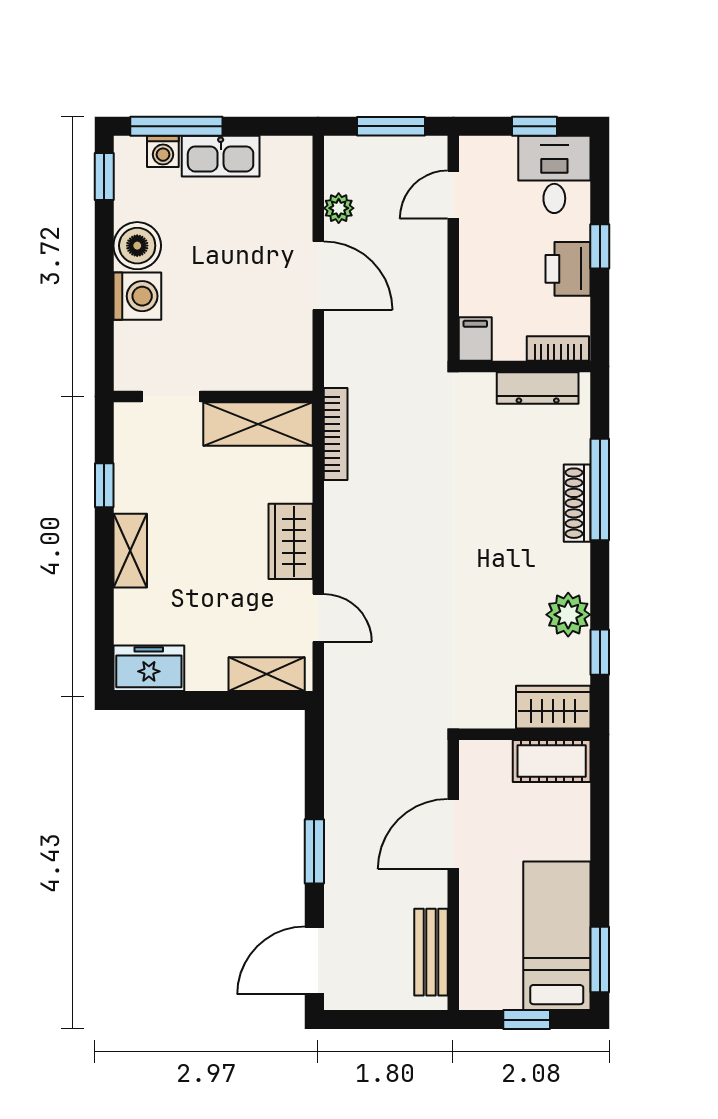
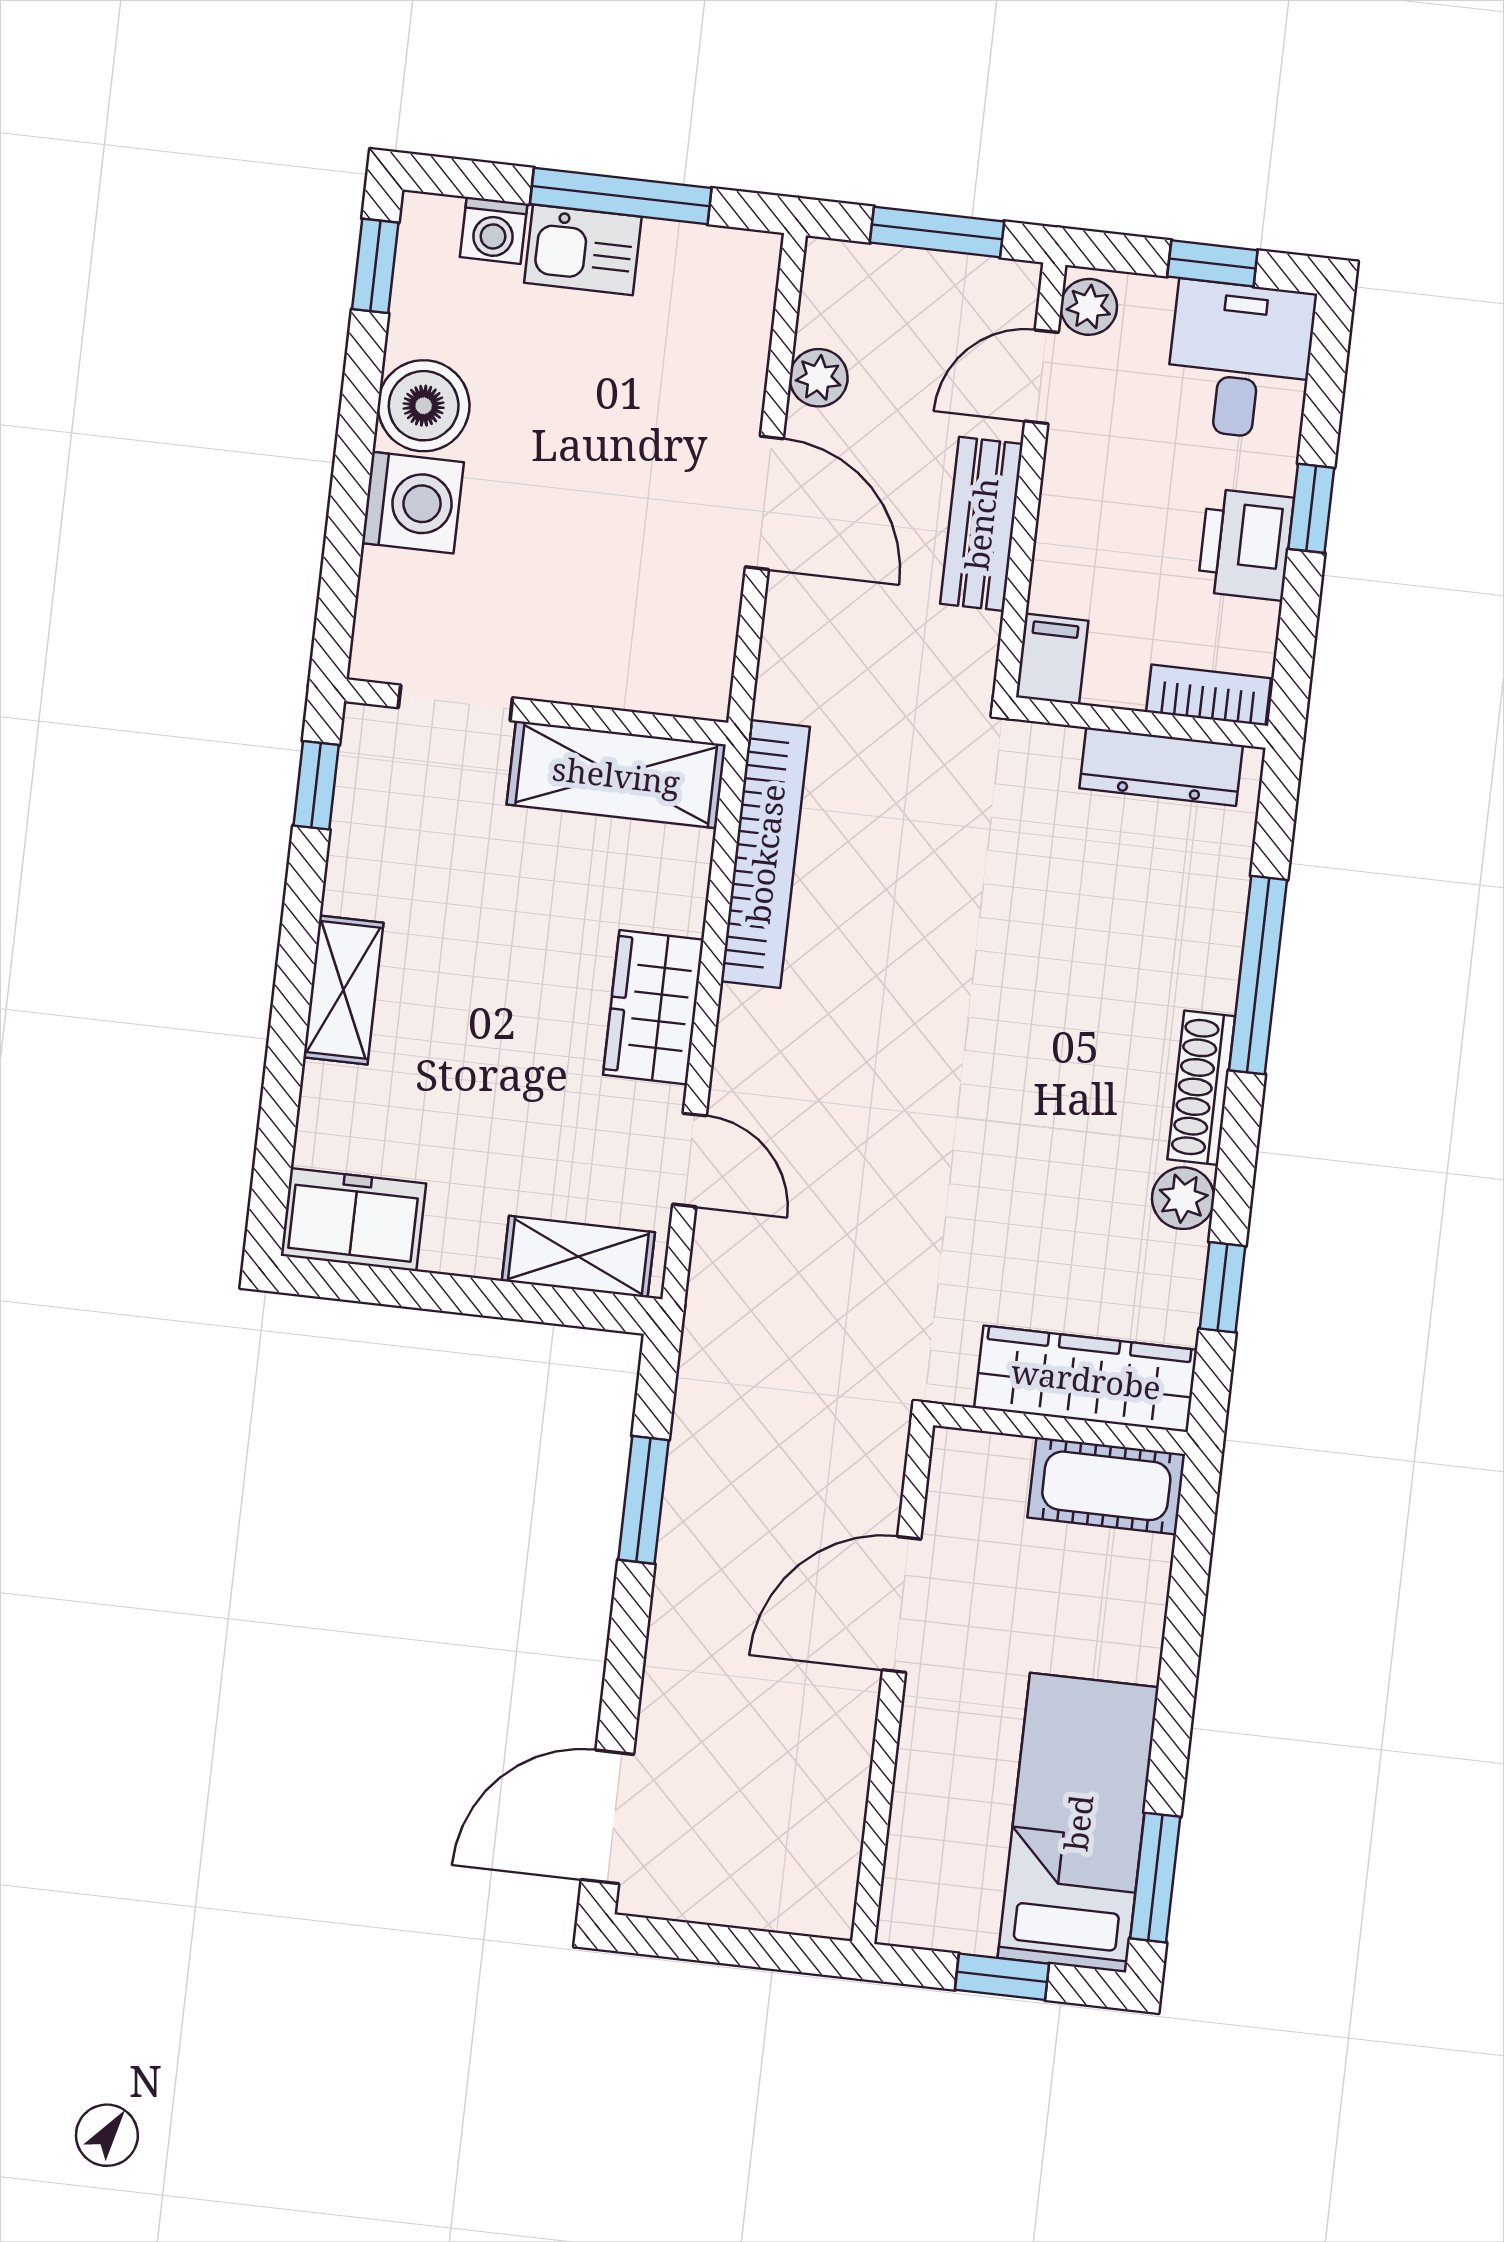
window: (176, 126) -> (621, 196), moved
kitchen sink: (221, 156) -> (583, 250), width x0.73
plant: (473, 156) -> (1089, 307), added
bookcase: (336, 434) -> (765, 854), width x1.48, depth x1.31
window: (104, 485) -> (316, 785), moved
shoe rack: (577, 503) -> (1201, 1088), moved
plant: (568, 615) -> (1183, 1198), width x0.73, depth x0.73
wardrobe: (553, 707) -> (1086, 1379), width x1.50
window: (314, 851) -> (643, 1500), moved
bench: (431, 952) -> (981, 524), moved

